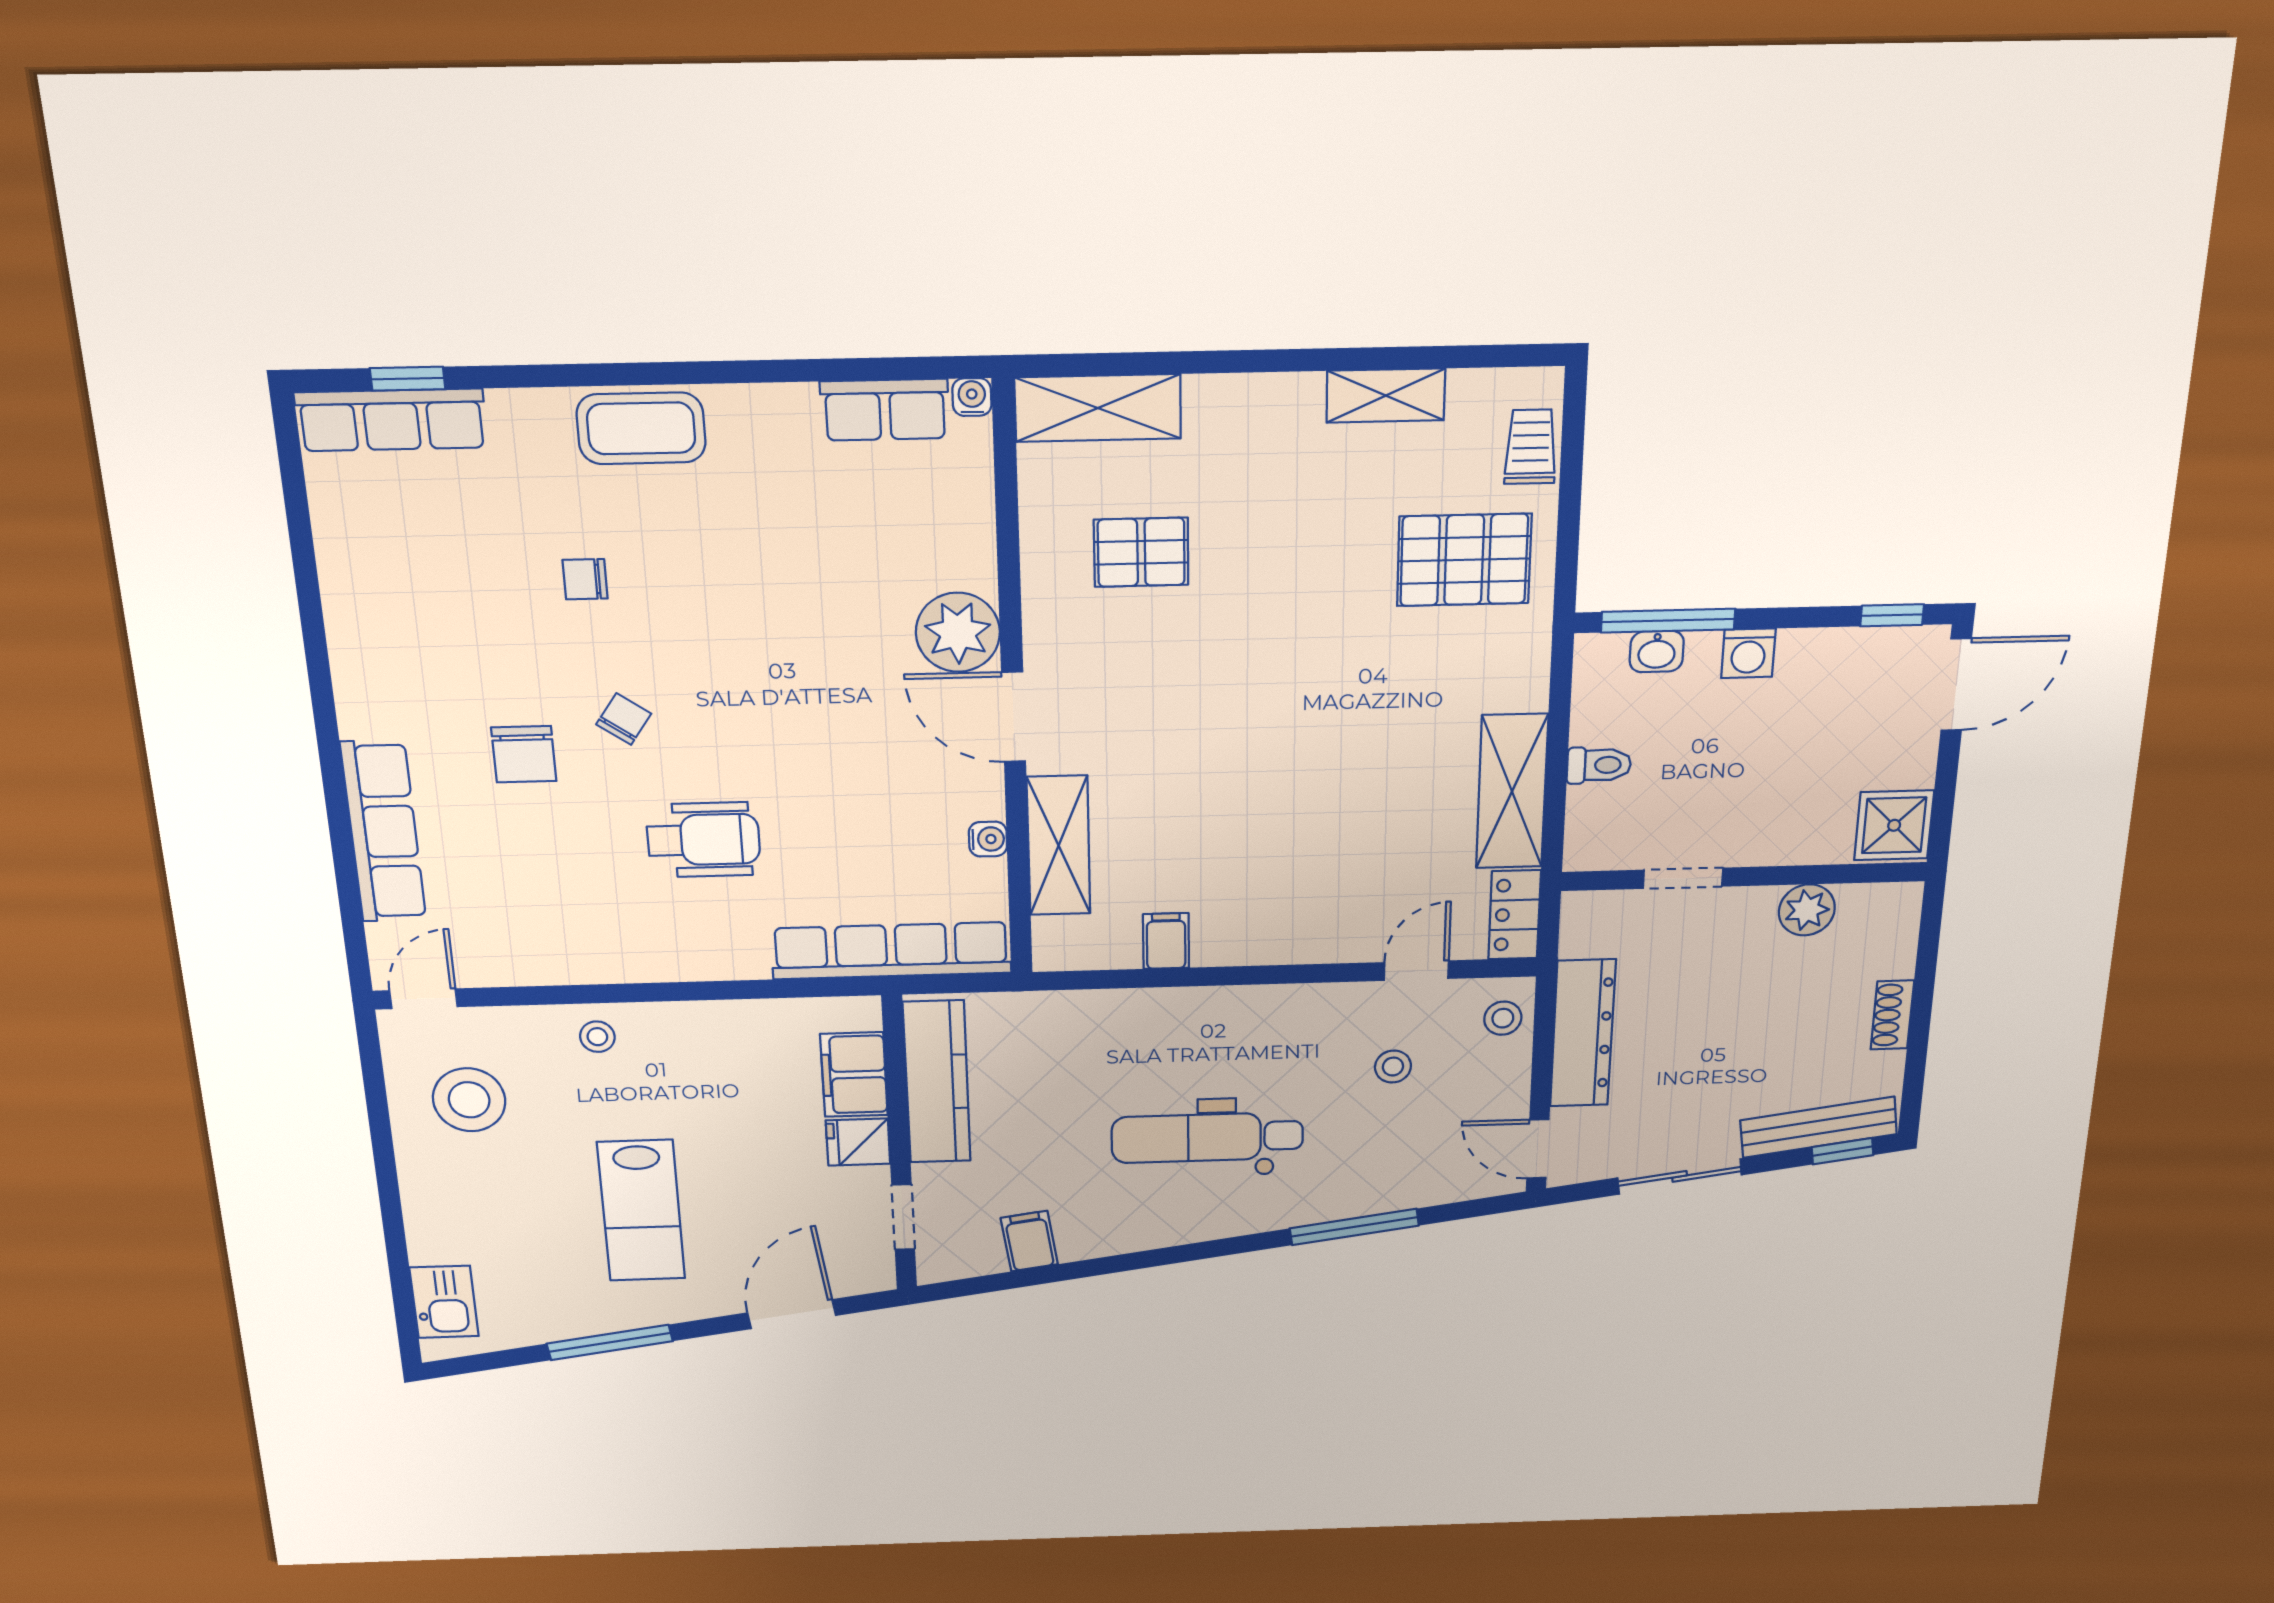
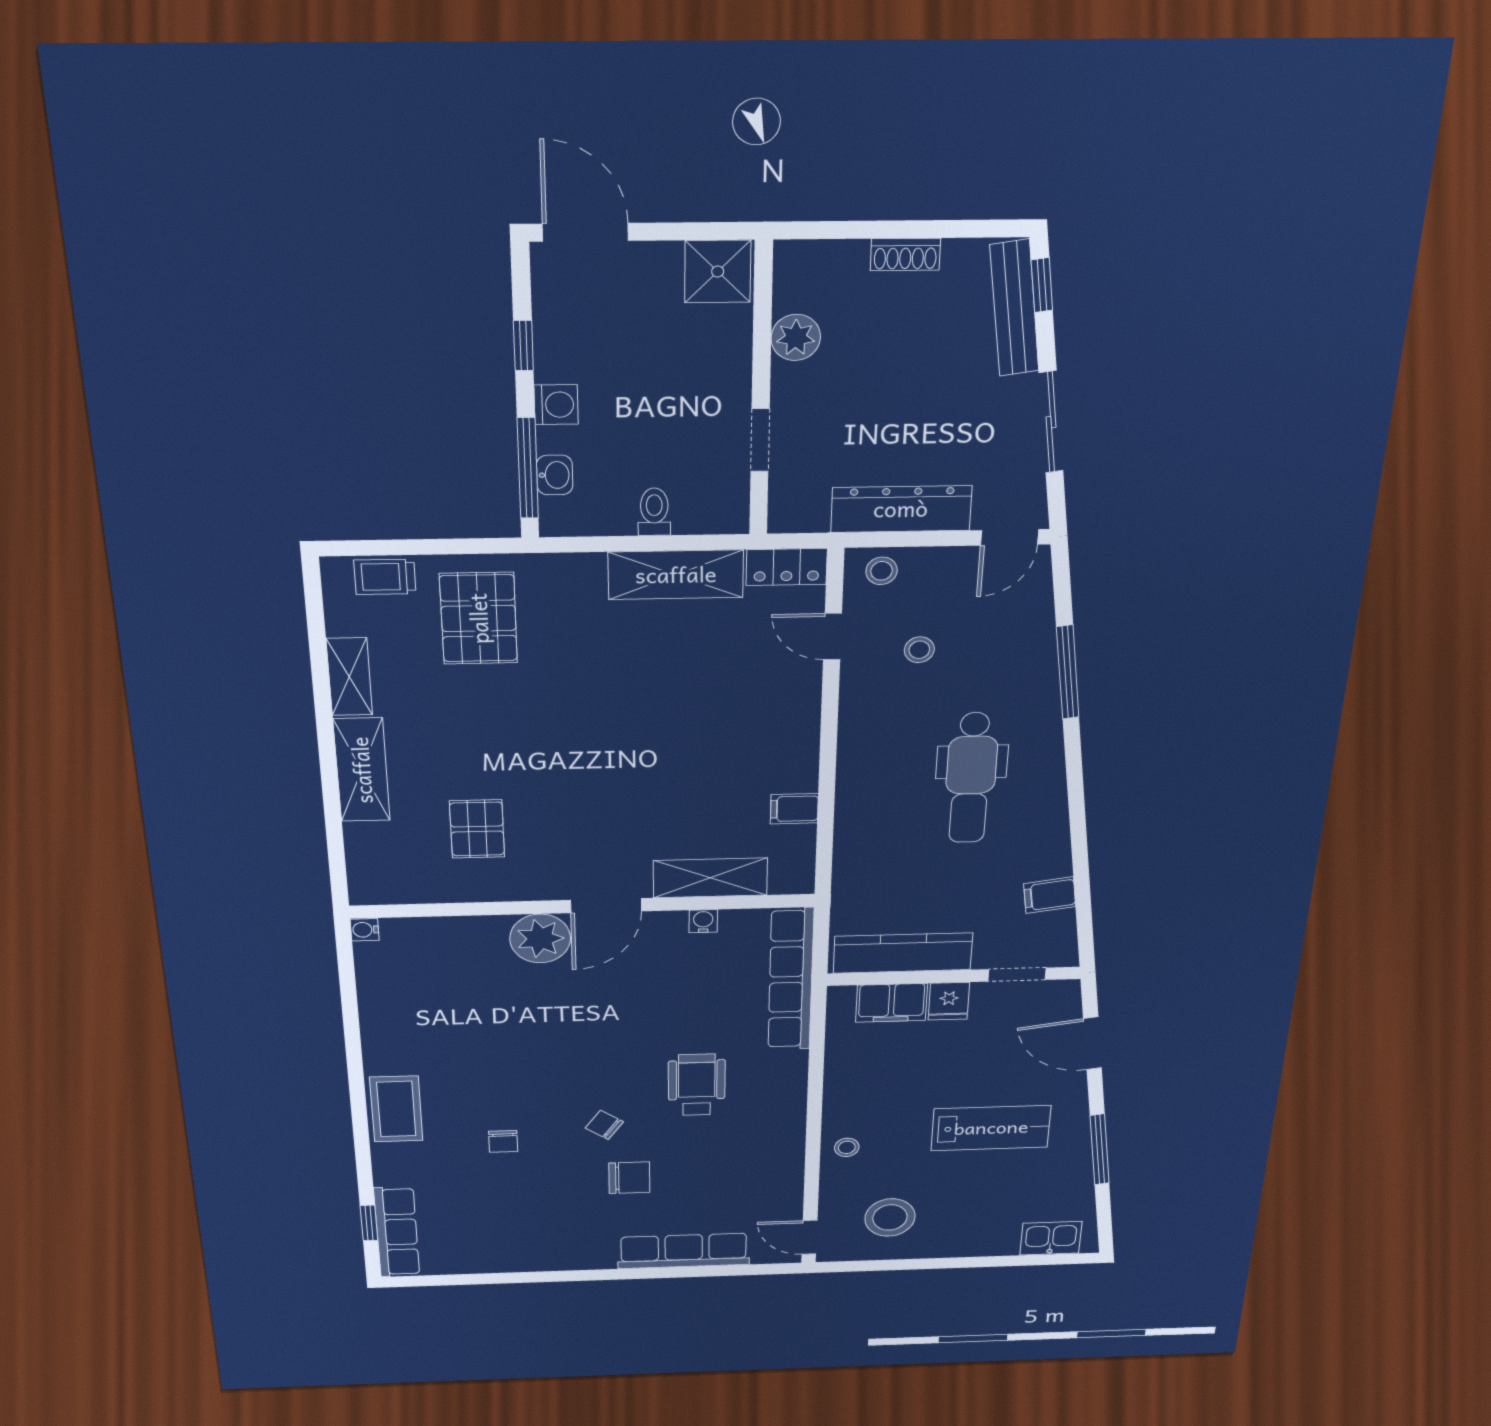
shelving: (1098, 408) -> (362, 770), moved
row of seats: (885, 410) -> (377, 979), removed
window: (1892, 615) -> (523, 345), moved

